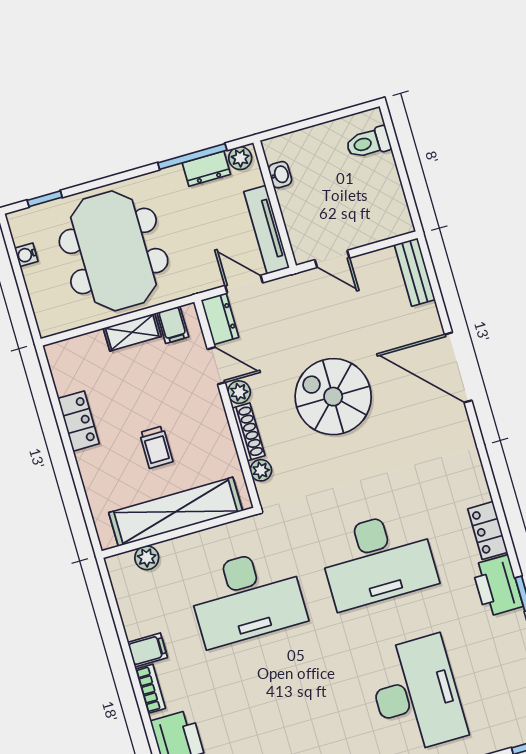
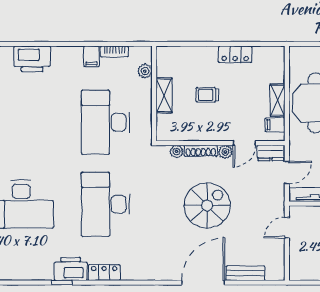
bench: (415, 272) -> (245, 273), moved
shelving: (176, 512) -> (164, 95), width x0.45, depth x0.75
bookcase: (150, 689) -> (114, 51), moved

